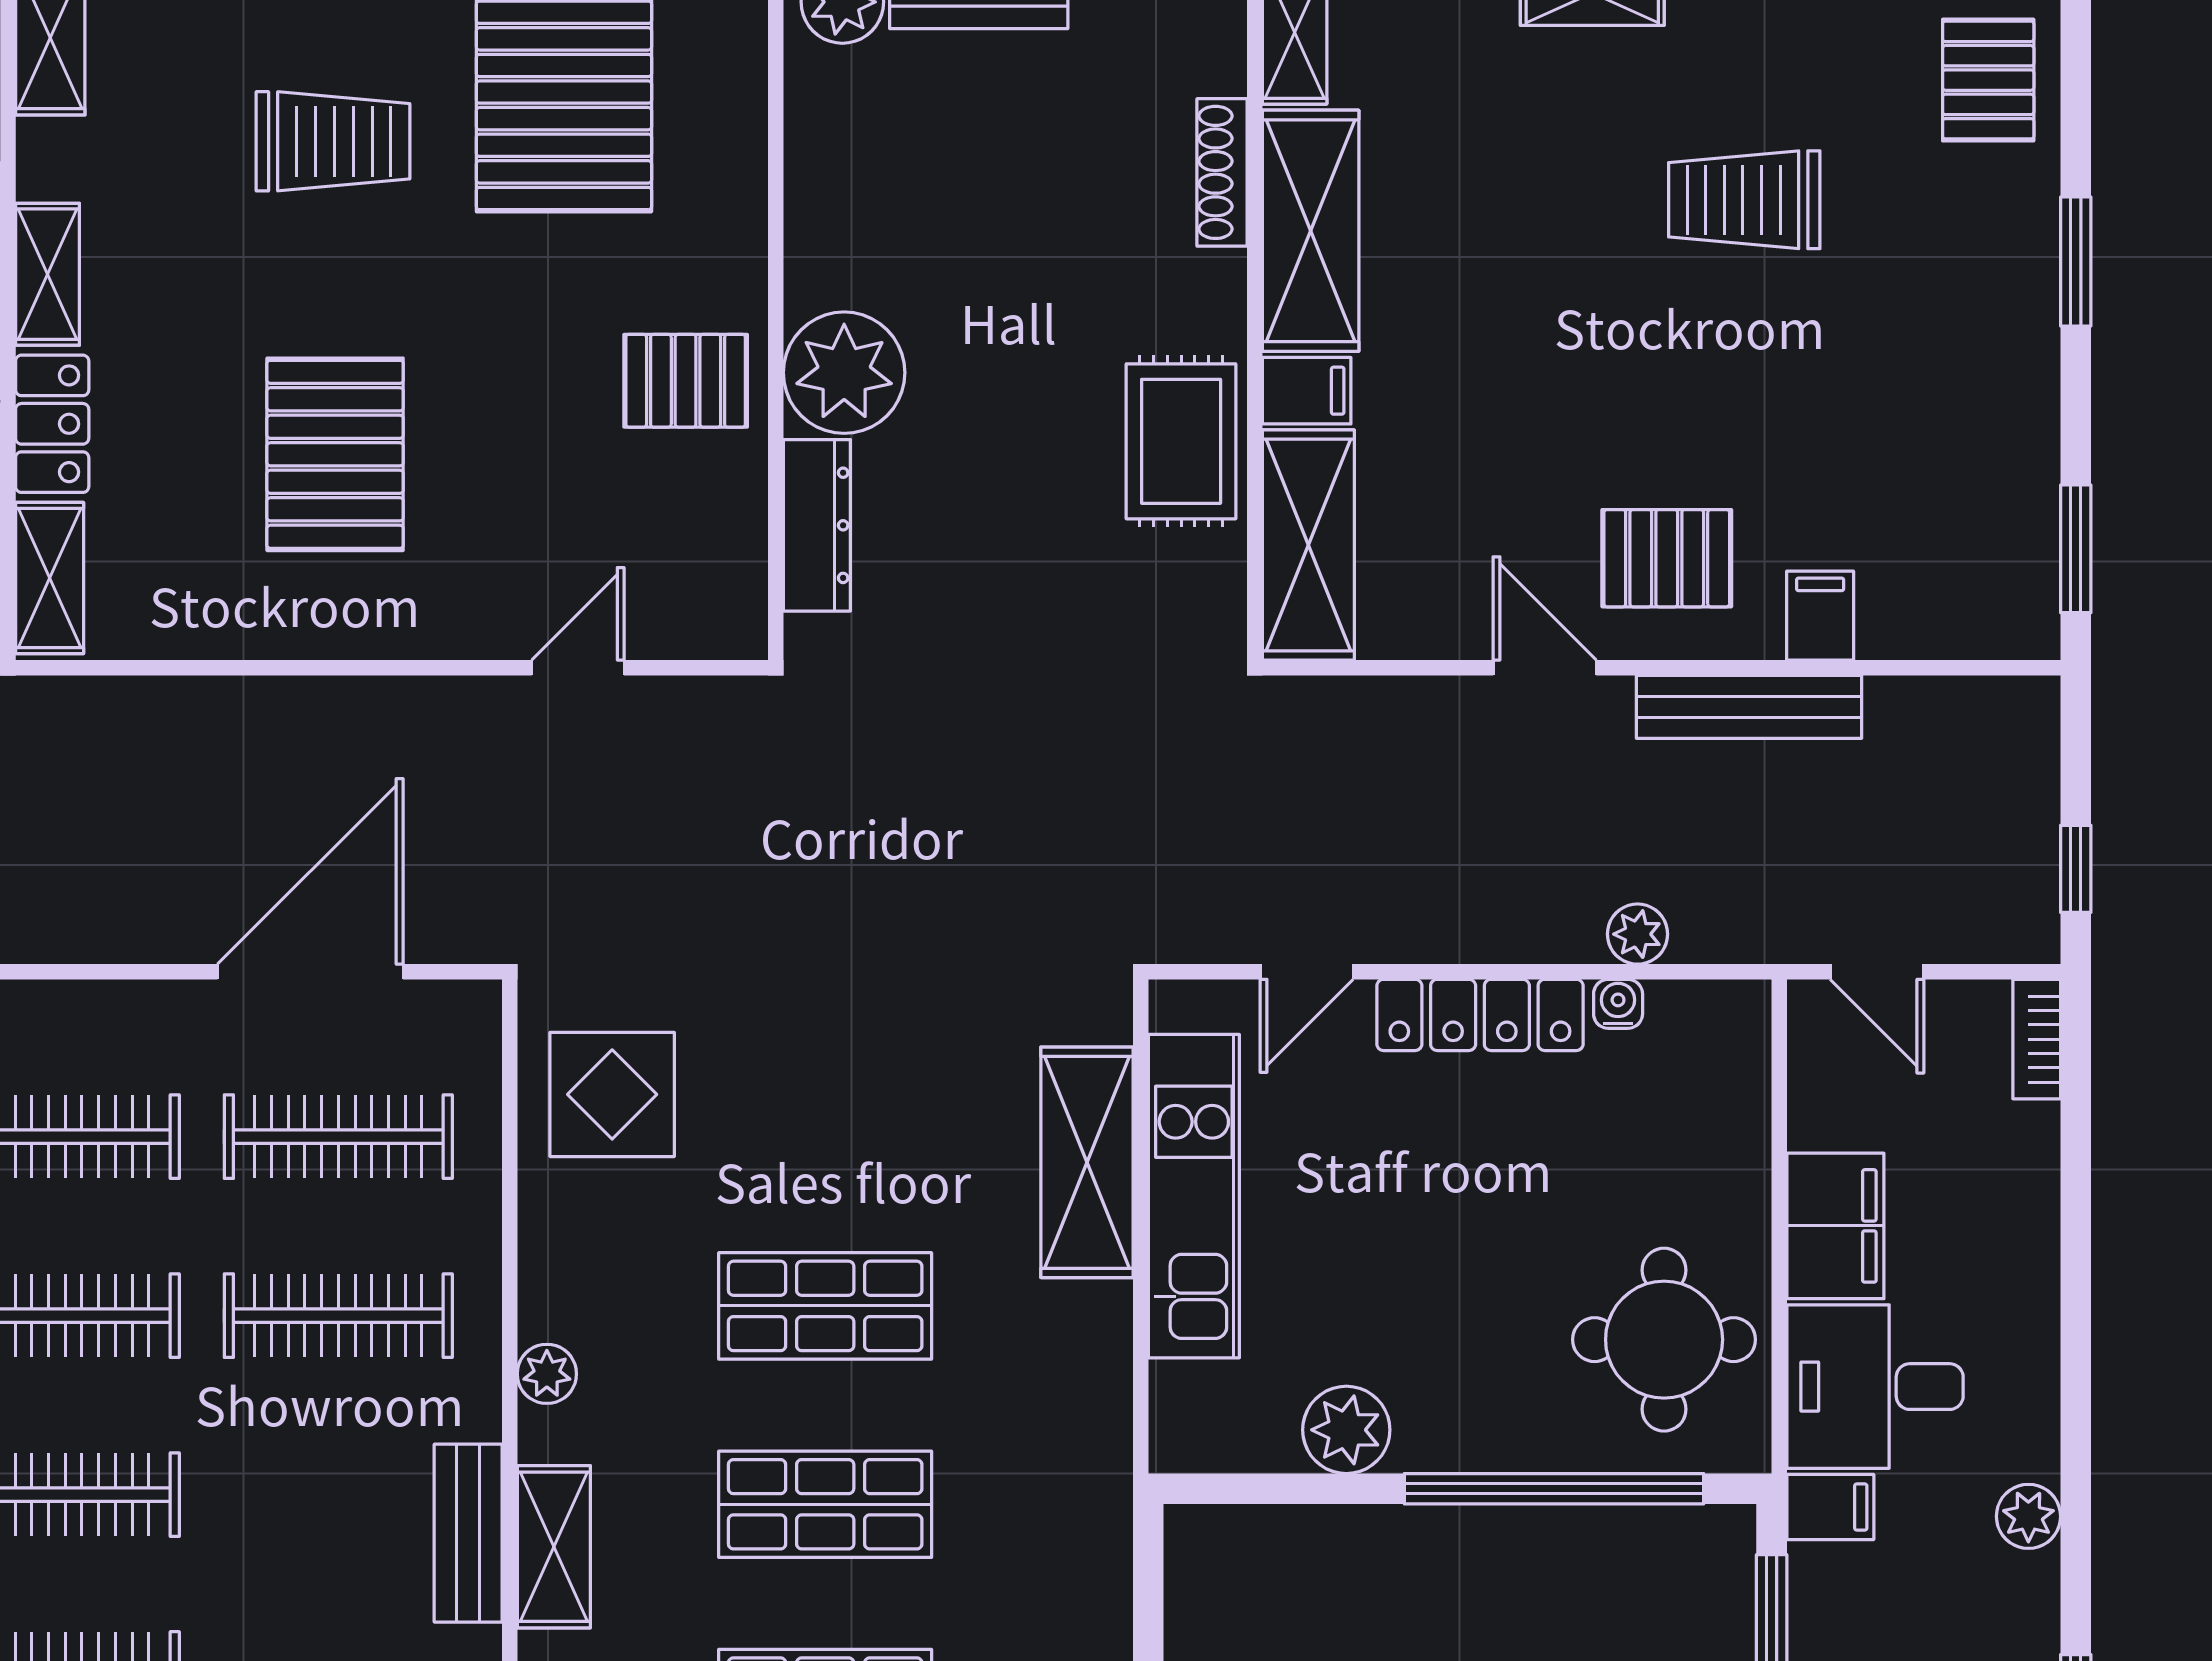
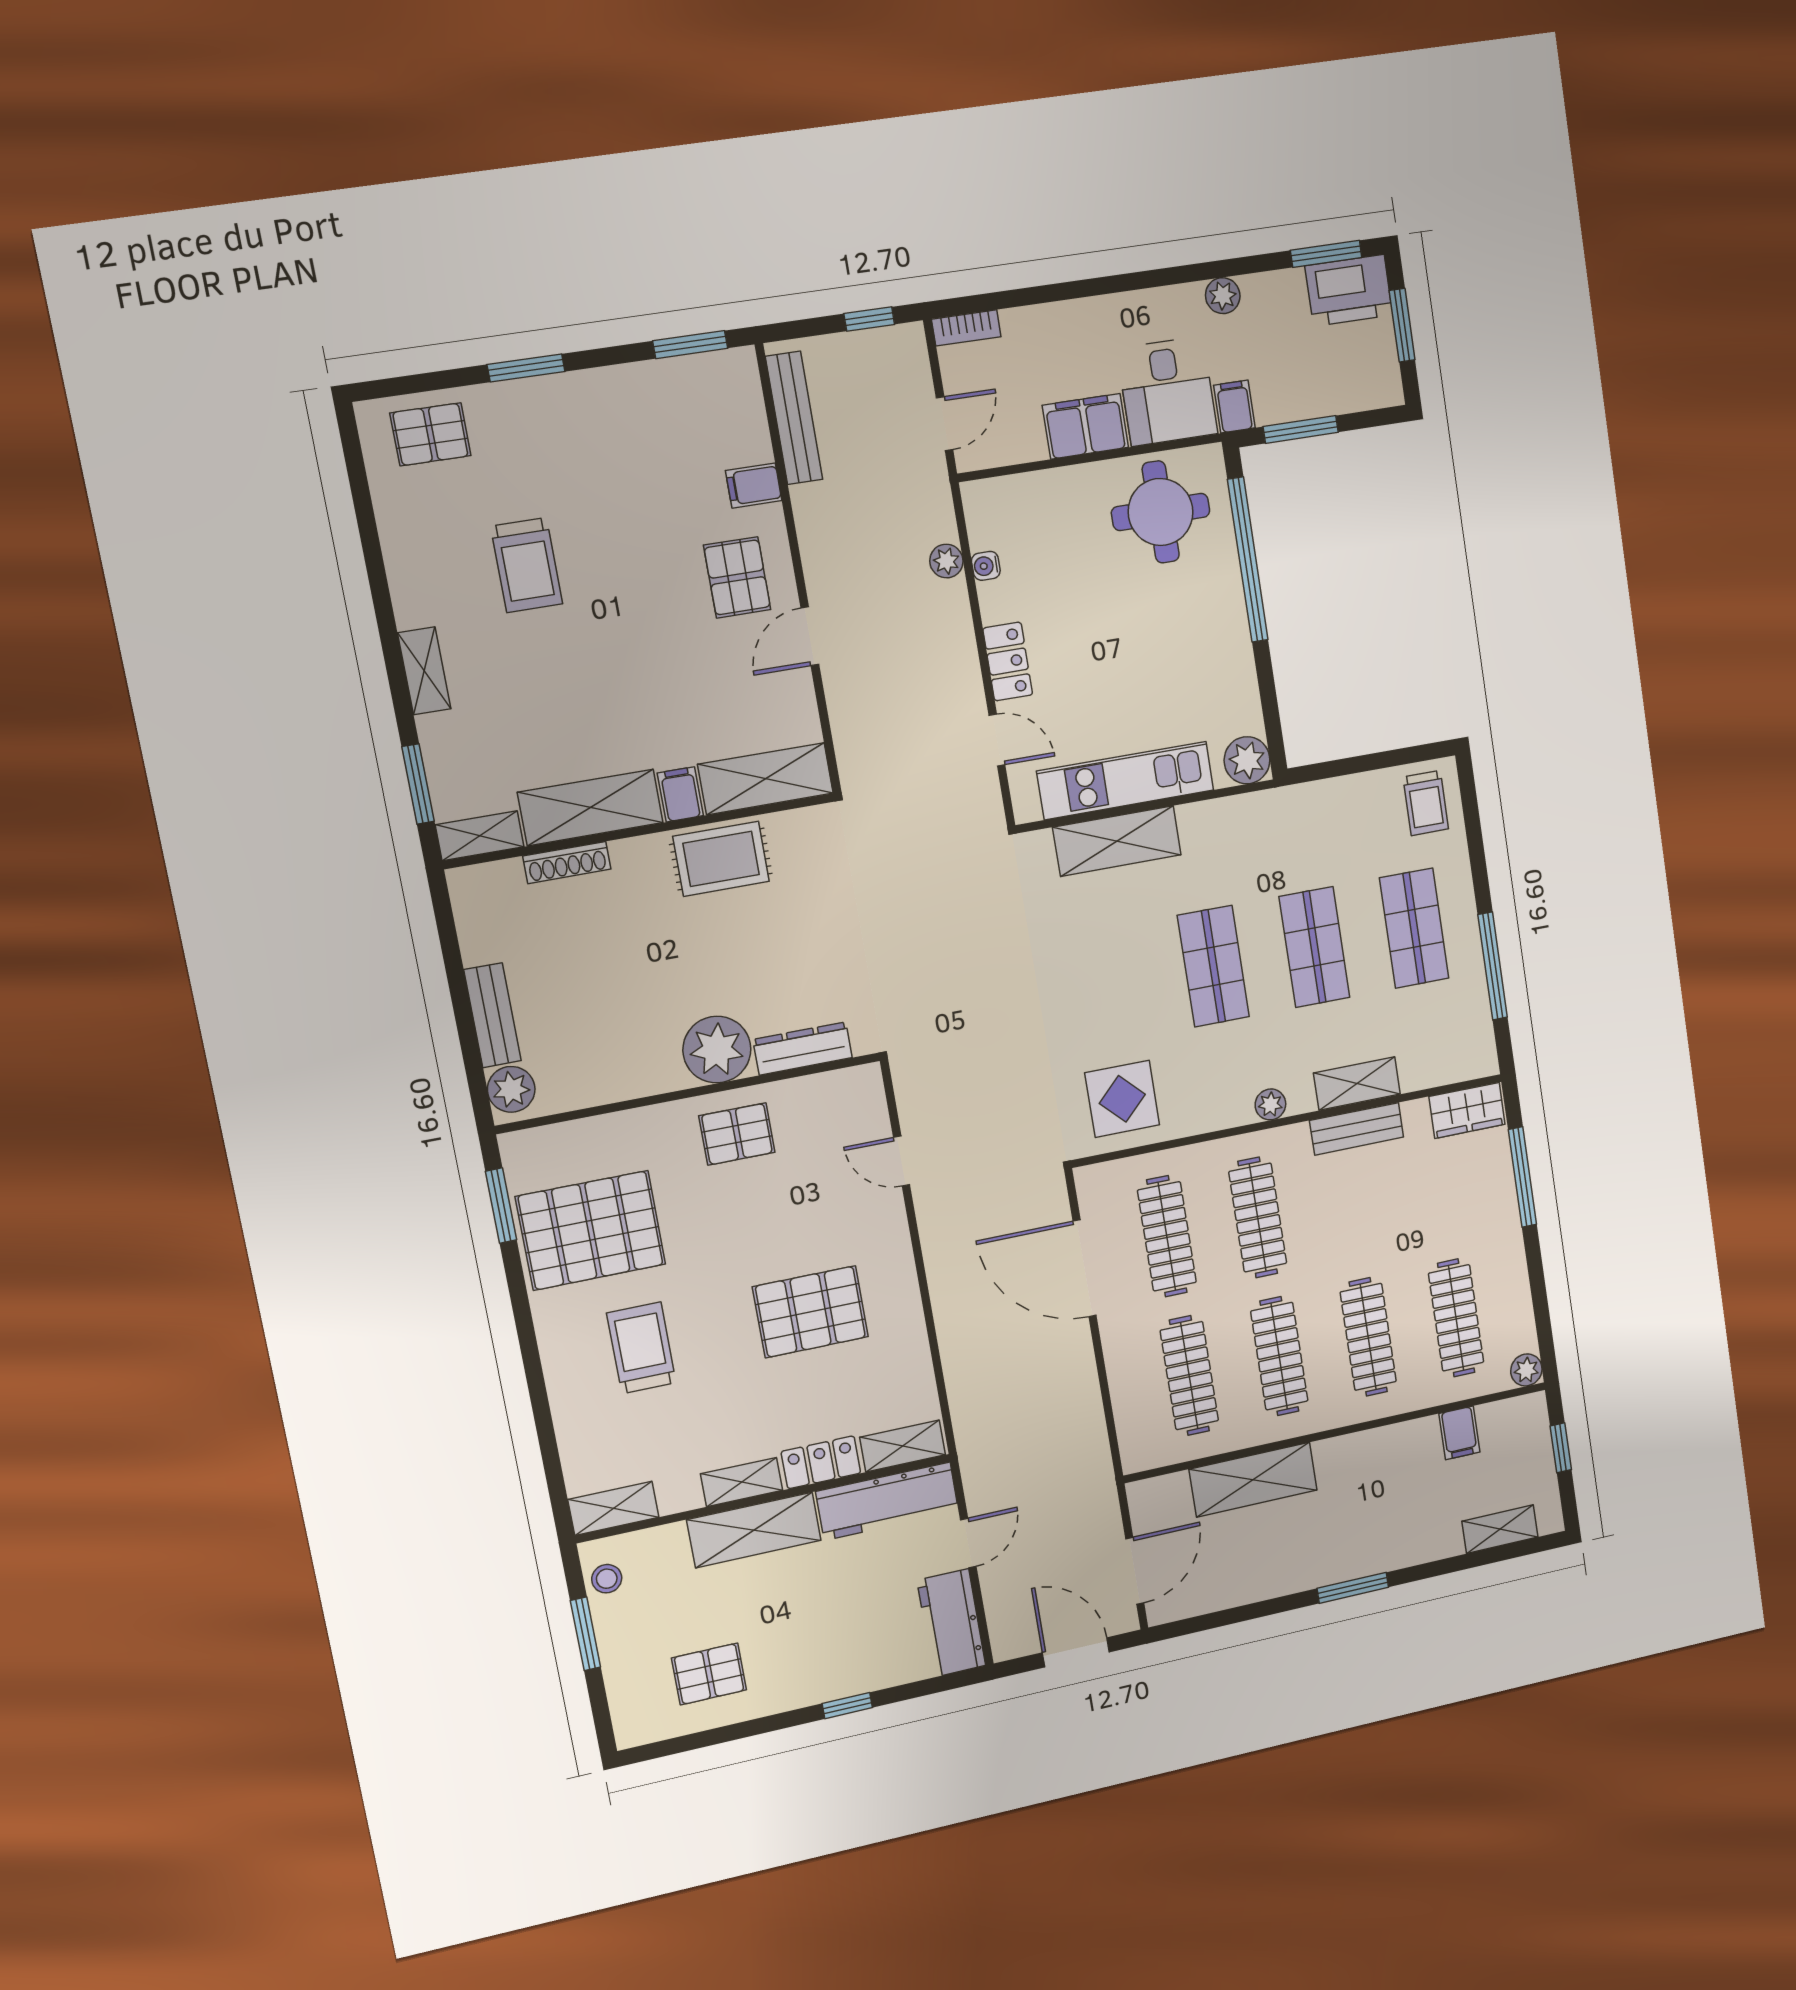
pallet: (686, 381) -> (737, 1134), turned 90
bench: (1749, 707) -> (794, 418), moved
locker: (1480, 1015) -> (1008, 662), width x0.66
plant: (1346, 1430) -> (1247, 760), moved

